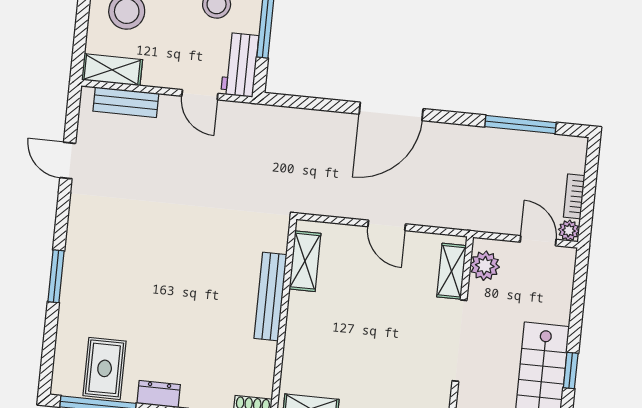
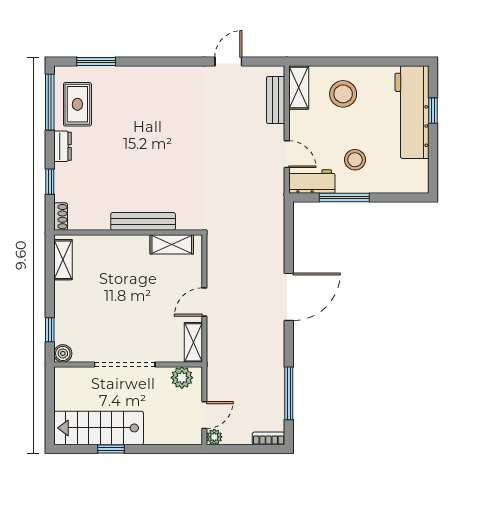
door: (200, 95) -> (287, 154), swing flipped
door: (391, 111) -> (289, 297), swing flipped
bookcase: (574, 196) -> (269, 438), moved
shelving: (451, 271) -> (193, 342), moved, turned 90
window: (56, 276) -> (96, 61), moved
rug: (105, 368) -> (77, 104), turned 90

